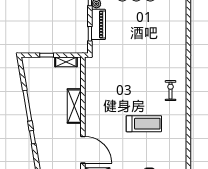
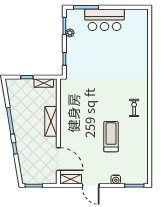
piano: (99, 24) -> (72, 51), removed
treadmill: (144, 124) -> (111, 137), turned -90

